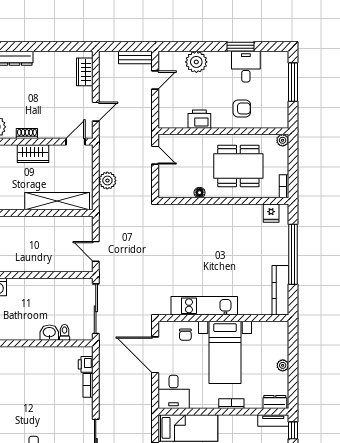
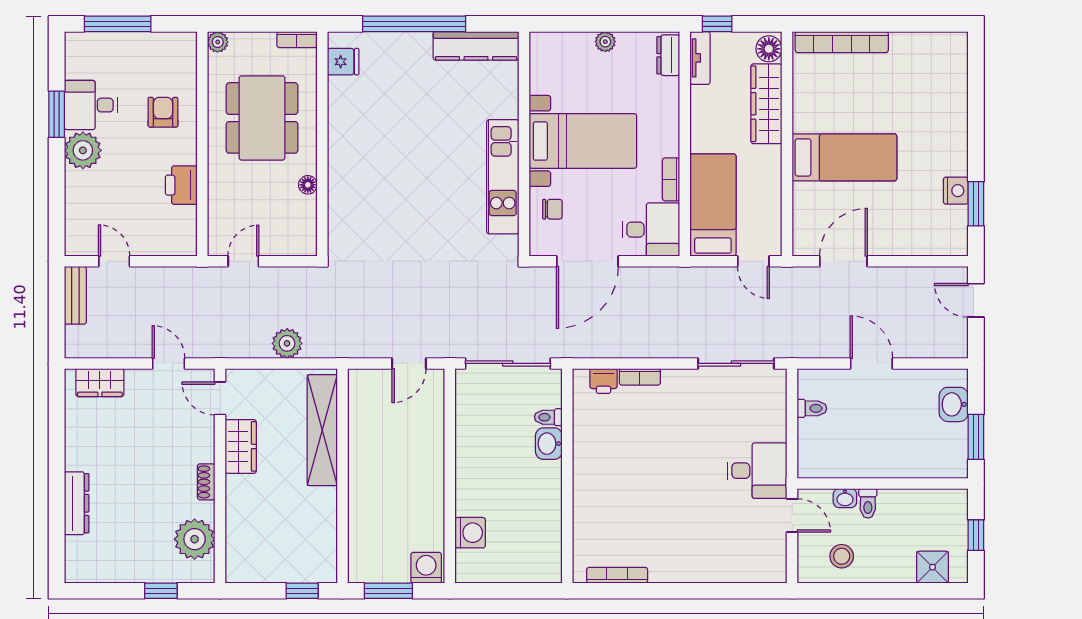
plant: (196, 62) -> (83, 150), moved
wardrobe: (33, 154) -> (241, 446), moved
bookcase: (231, 404) -> (671, 179), moved

